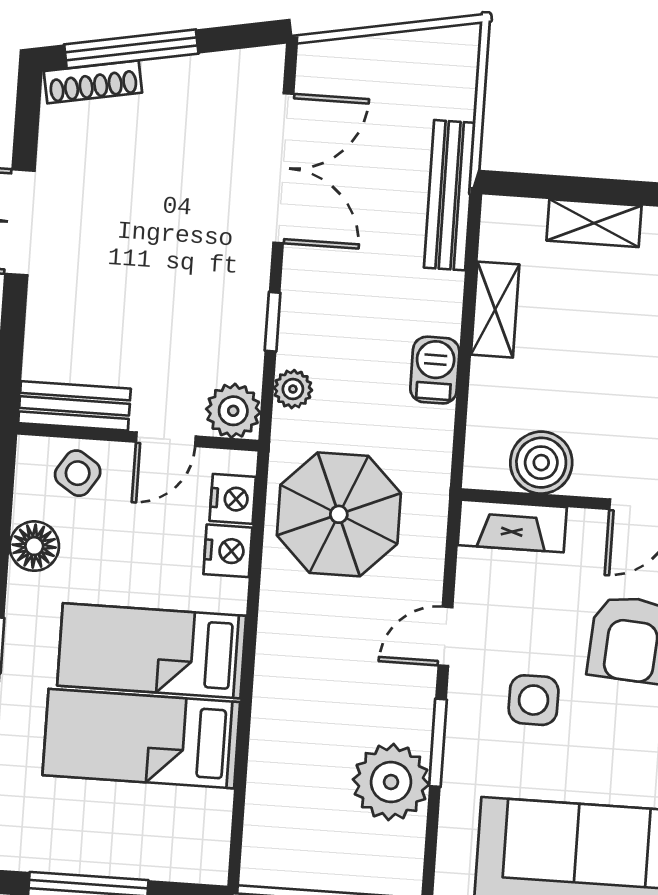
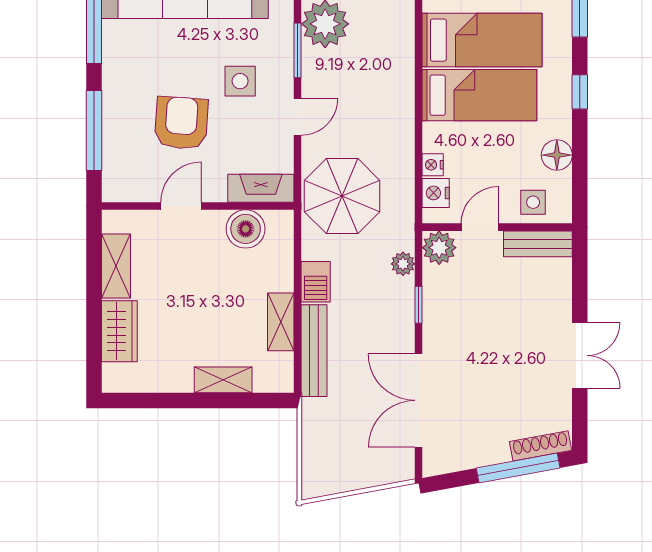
bench: (450, 195) -> (314, 351), moved
side table: (78, 473) -> (533, 202), turned -33
parasol: (339, 514) -> (342, 196), moved
nightstand: (228, 551) -> (433, 165), width x0.72, depth x0.74

